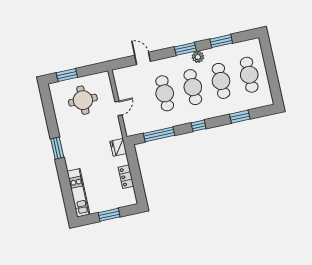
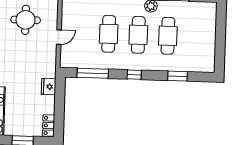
cafe table: (249, 75) -> (198, 37), removed
fridge: (118, 147) -> (49, 87), moved
locker: (126, 177) -> (48, 126), moved

